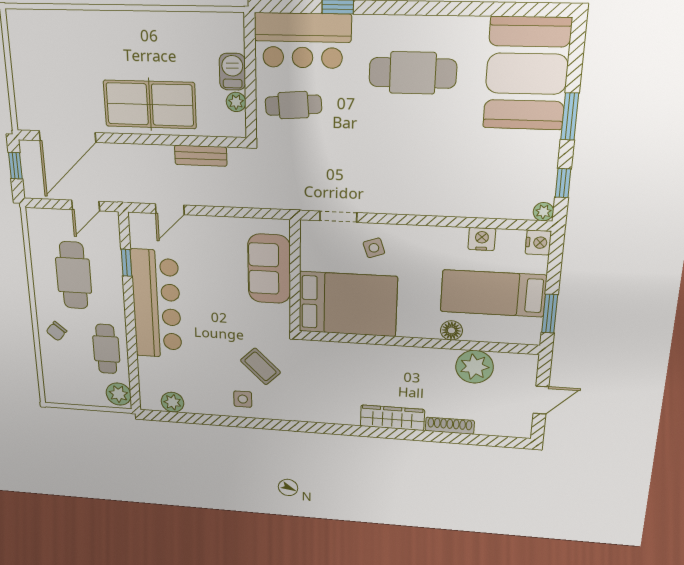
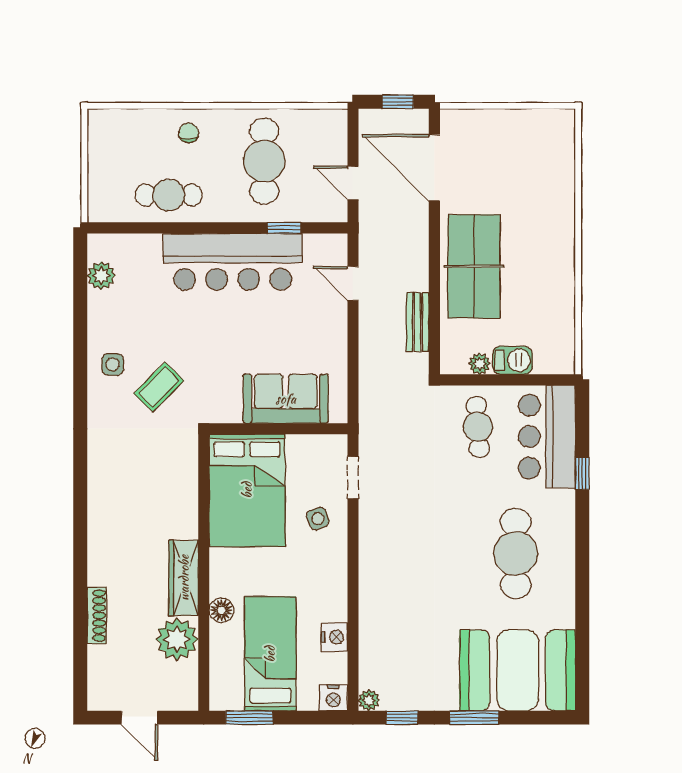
cafe table: (74, 275) -> (264, 161), turned 90
chair: (56, 331) -> (189, 133), turned 50
plant: (119, 394) -> (107, 207), removed
wardrobe: (392, 418) -> (184, 578), moved, turned 180

